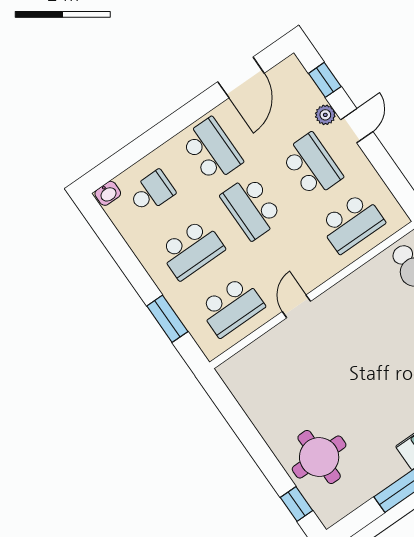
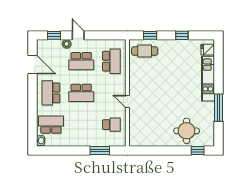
school desk: (212, 150) -> (51, 93), turned -90
school desk: (312, 165) -> (81, 61), turned 180
school desk: (152, 192) -> (51, 125), width x1.85
school desk: (192, 249) -> (81, 125), removed
school desk: (232, 307) -> (111, 125), width x0.54

